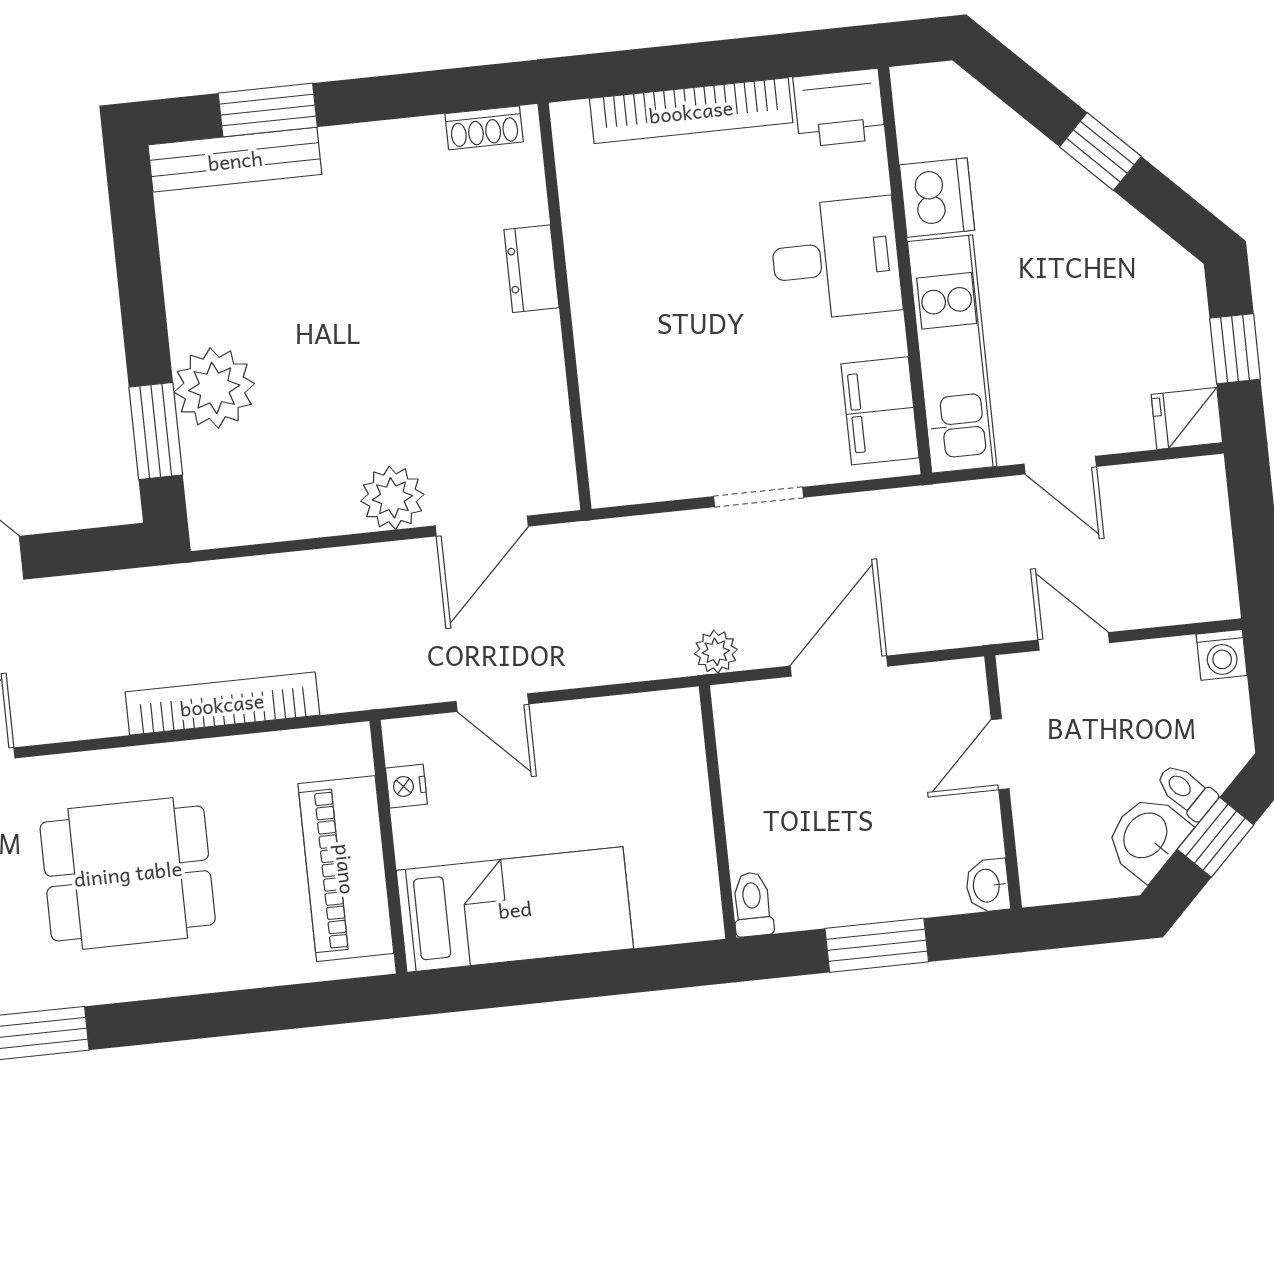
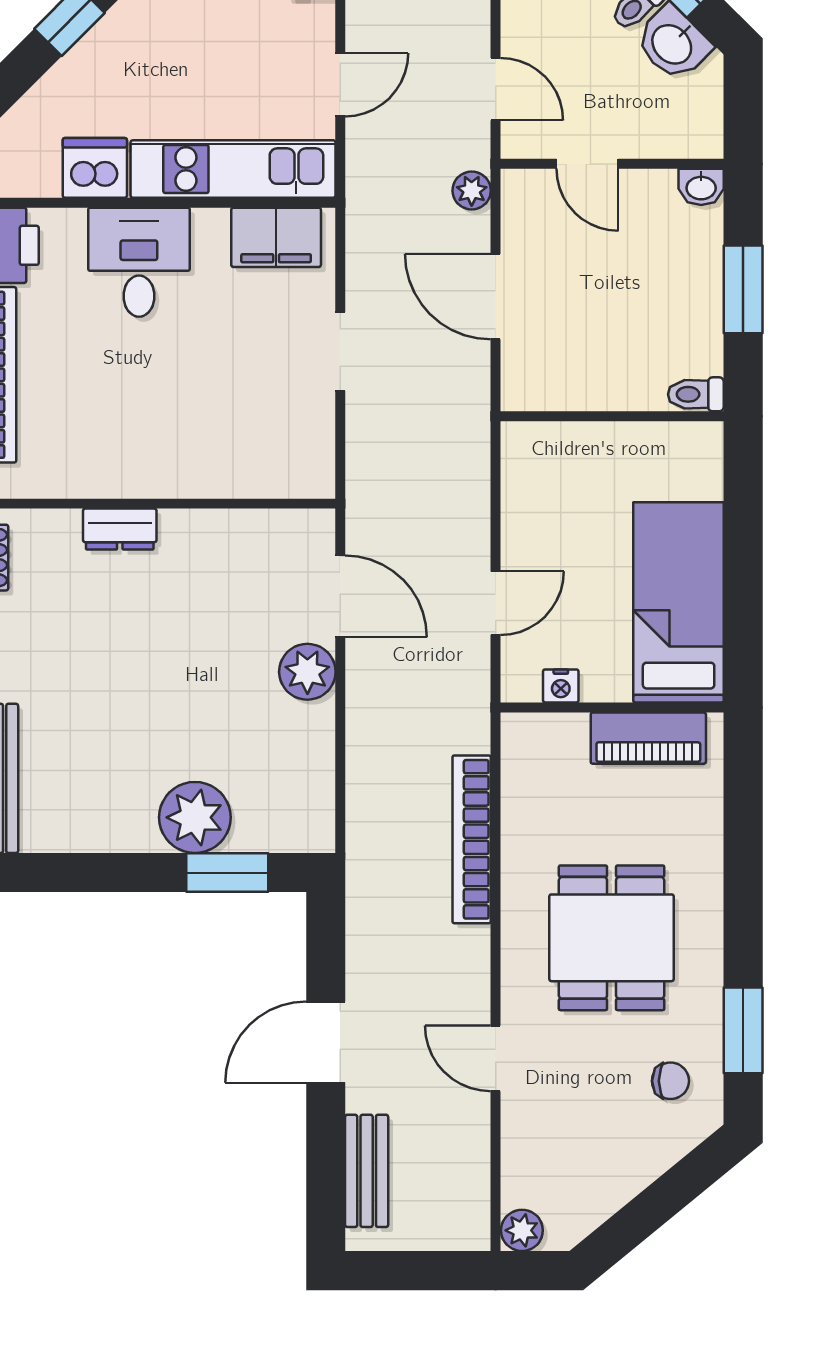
door: (1074, 641) -> (496, 89), swing flipped
plant: (716, 652) -> (472, 191), moved
piano: (346, 869) -> (648, 738), width x0.73, depth x0.75

